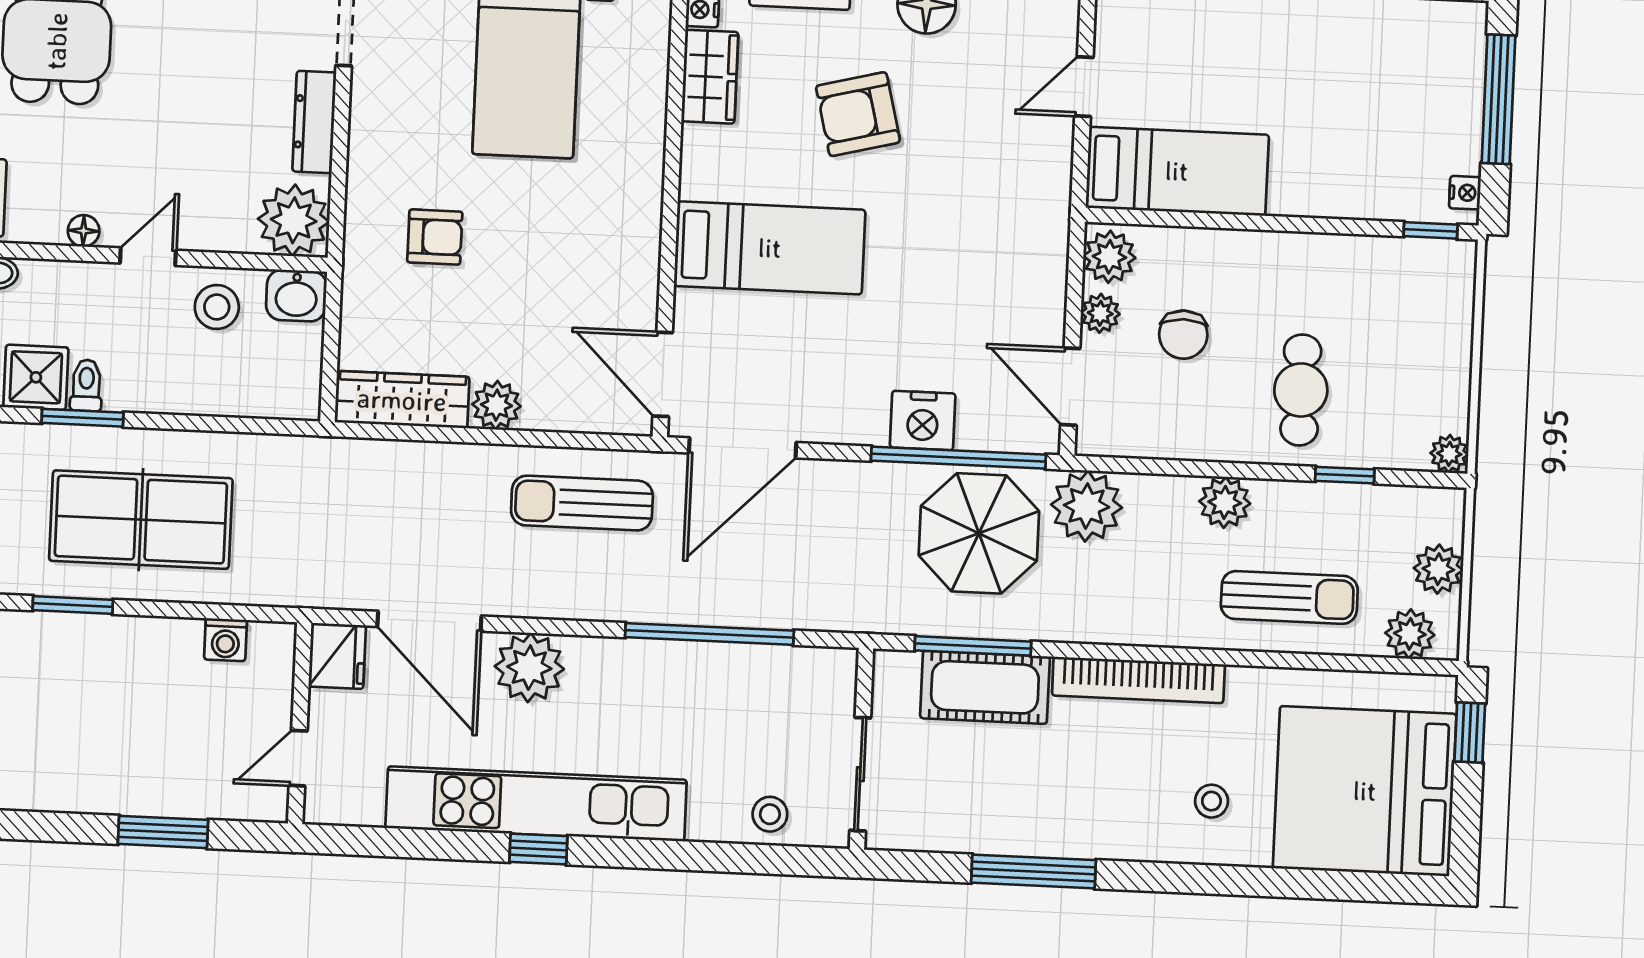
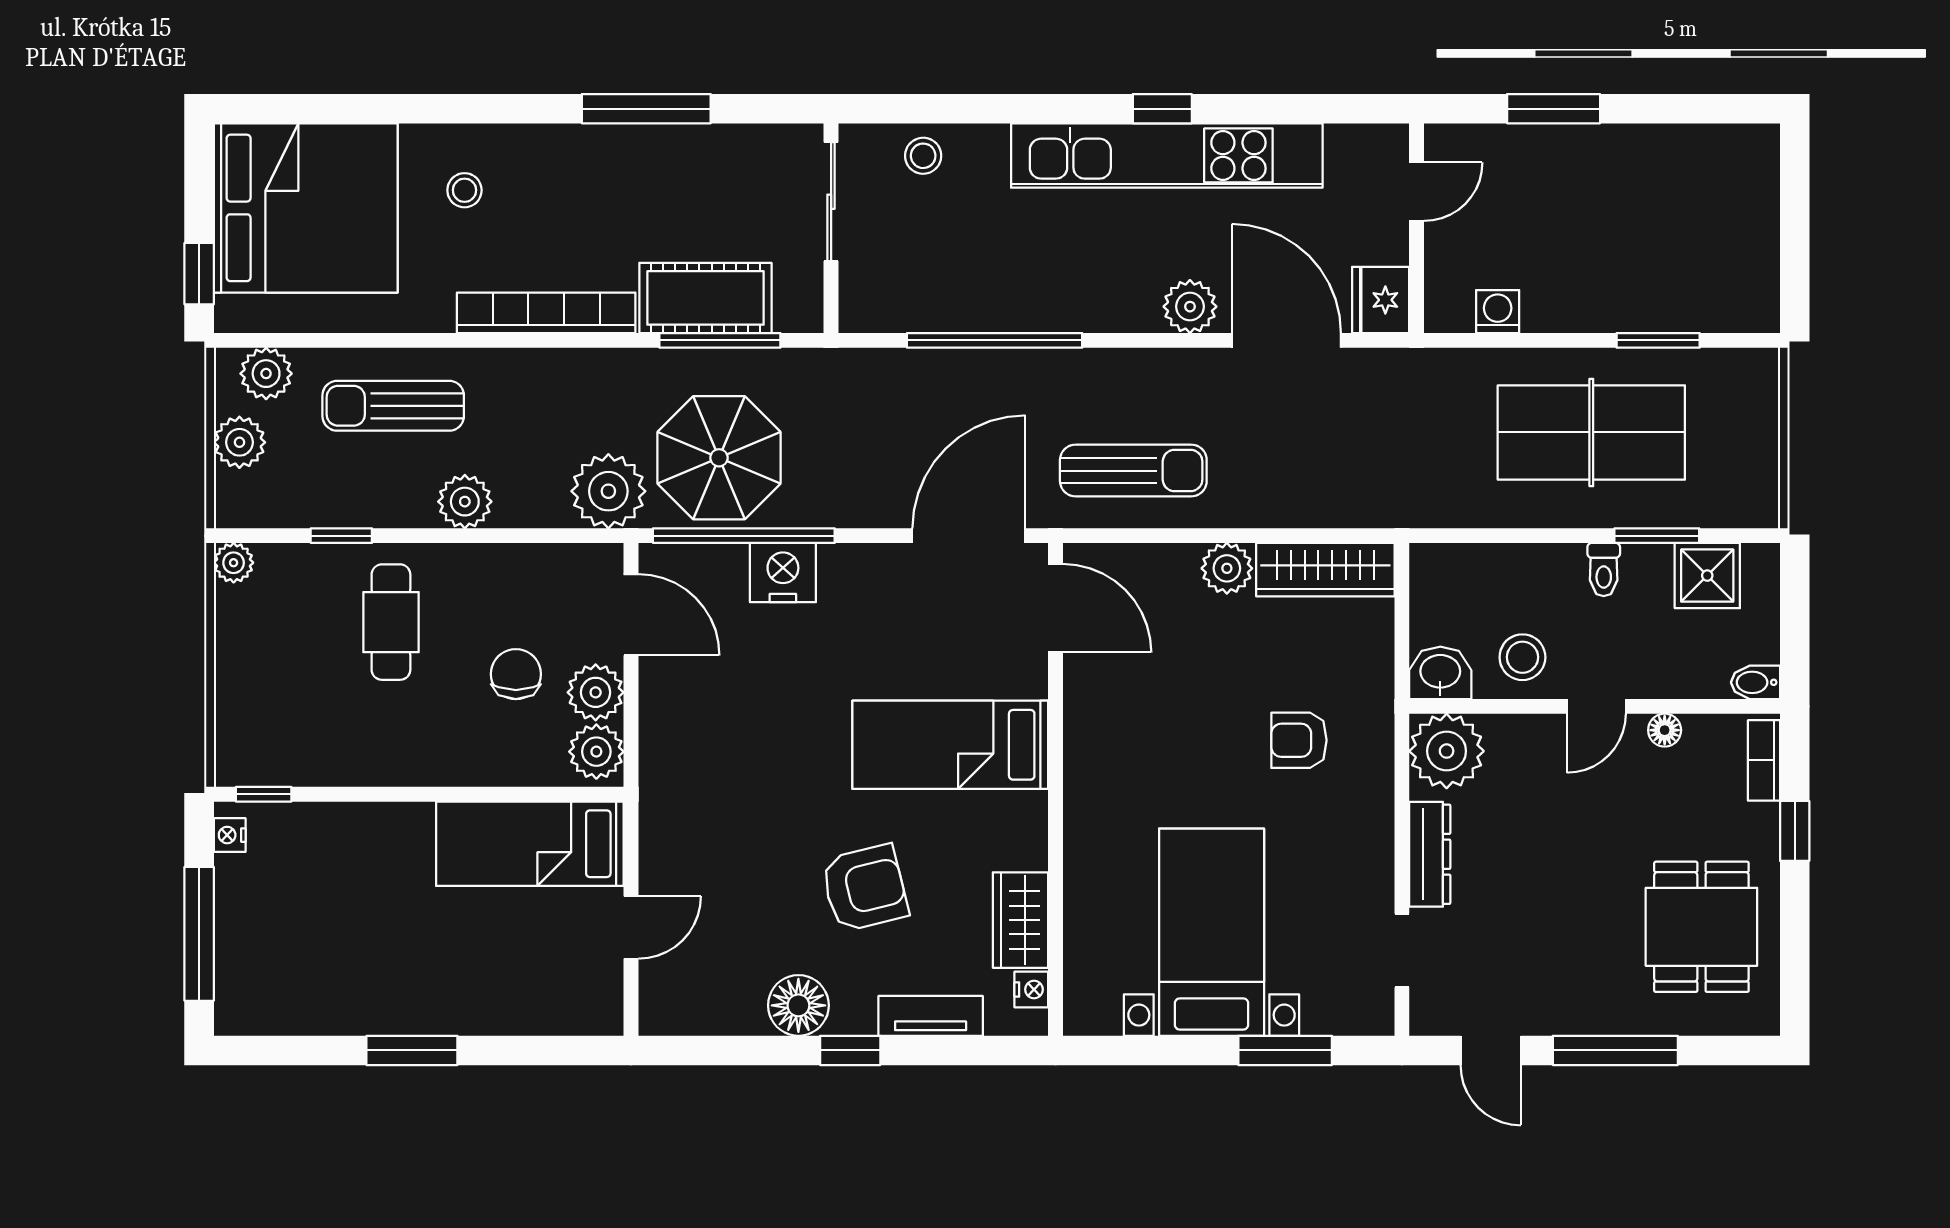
plant: (1100, 313) -> (596, 692), width x1.38, depth x1.38
toilet: (86, 385) -> (1604, 570), moved
plant: (529, 668) -> (1190, 307), width x0.73, depth x0.73

